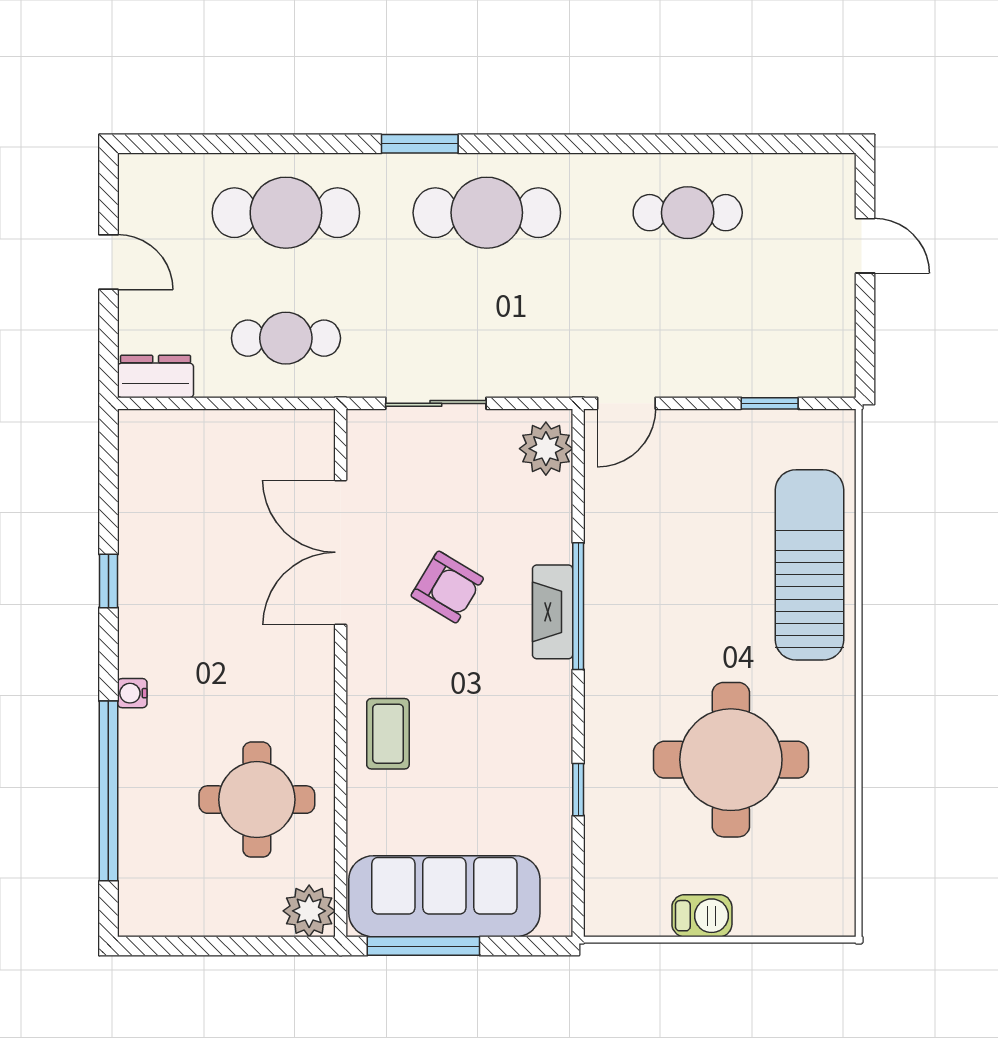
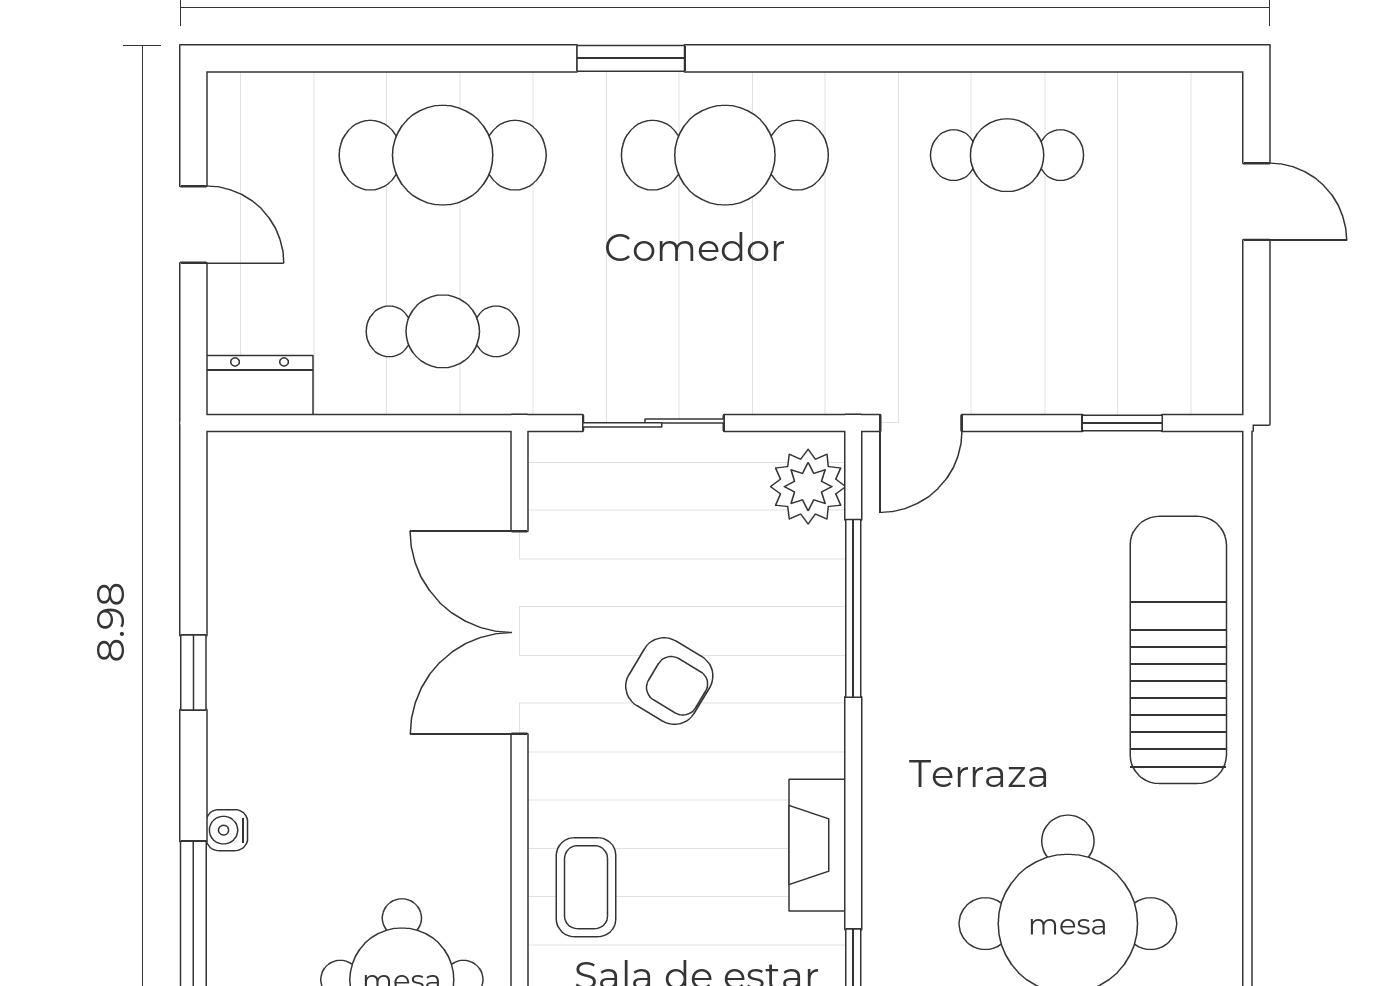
window: (578, 606) -> (853, 608), moved
fireplace: (553, 612) -> (817, 845), moved

